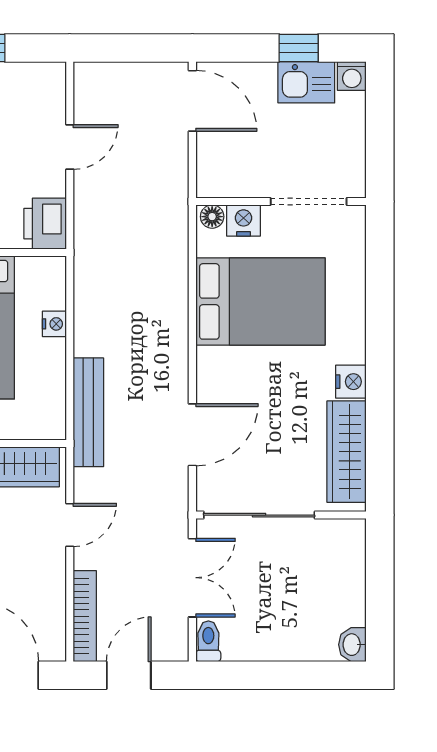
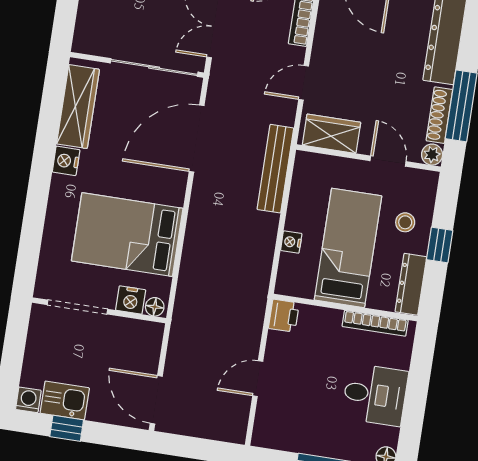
printer: (45, 224) -> (284, 316), width x0.73, depth x0.81
door: (192, 435) -> (197, 139), width x1.36

